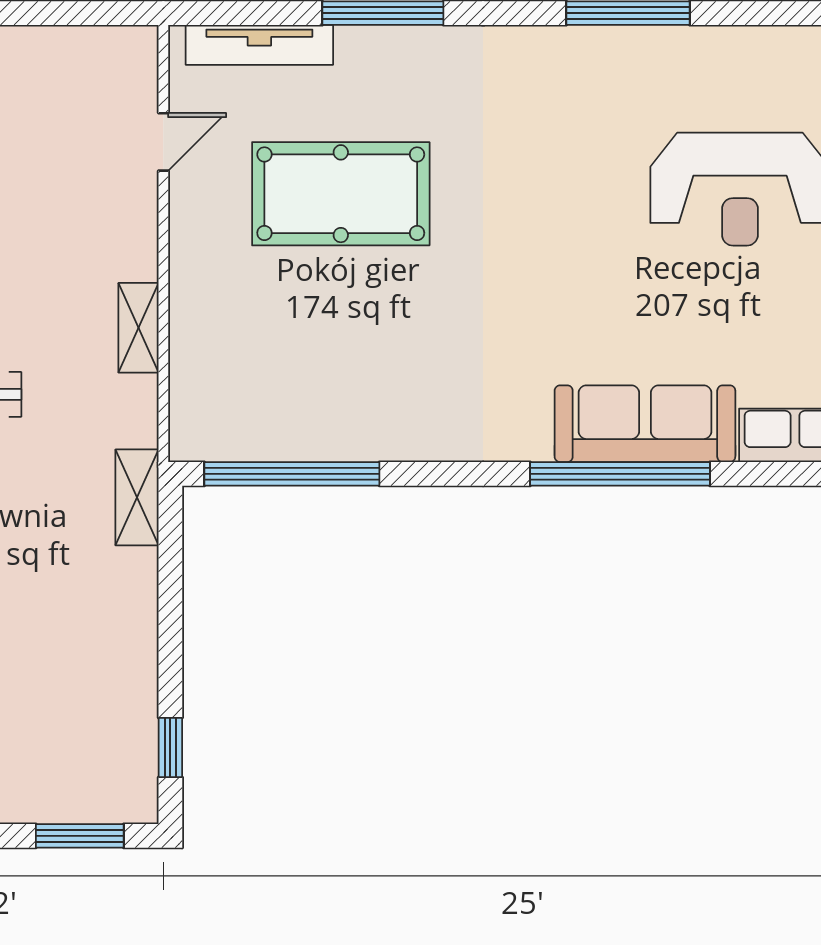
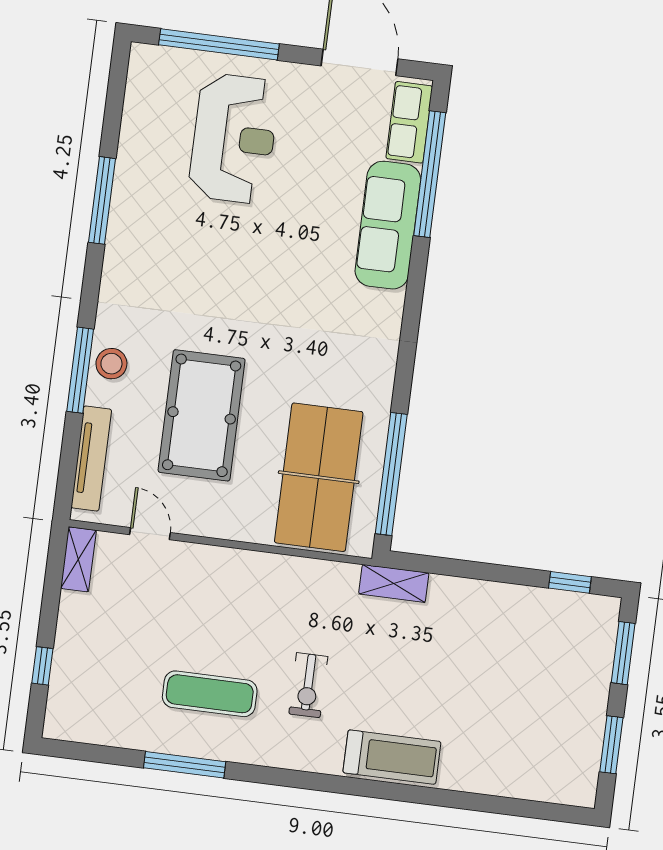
stool: (398, 56) -> (111, 364), added
shelving: (139, 328) -> (78, 559), moved, turned 90
table tennis table: (274, 371) -> (319, 477), added
window: (620, 474) -> (430, 174), moved

